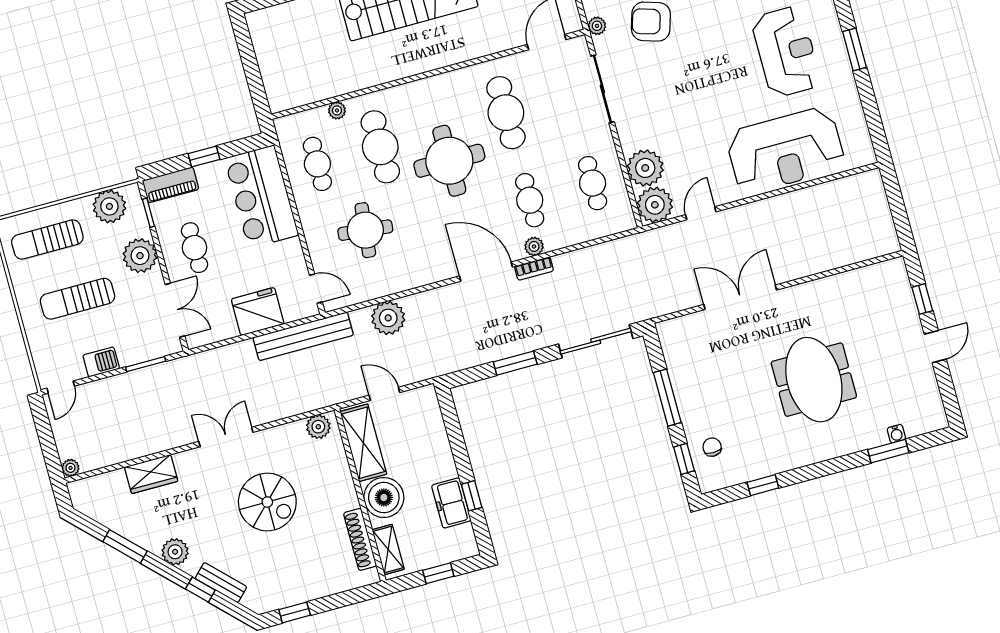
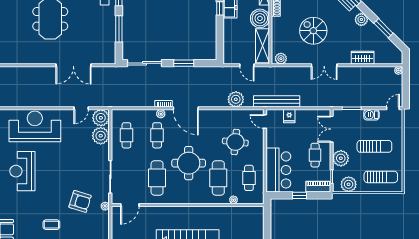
fridge: (258, 311) -> (289, 116), width x0.53, depth x0.75

